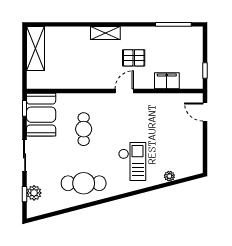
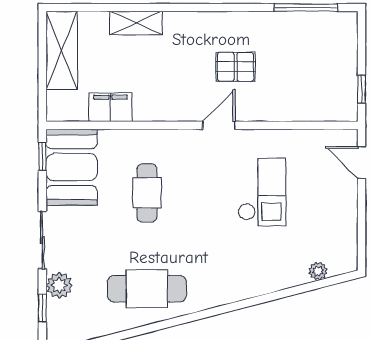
shelving: (105, 33) -> (136, 23), moved
filing cabinet: (167, 81) -> (110, 107), moved
checkout: (132, 162) -> (262, 192), moved
plant: (169, 176) -> (318, 271), moved
plant: (34, 193) -> (59, 285), moved

